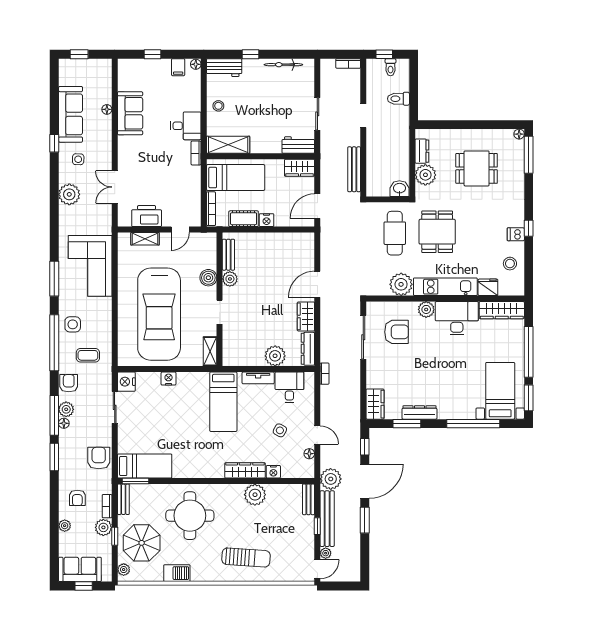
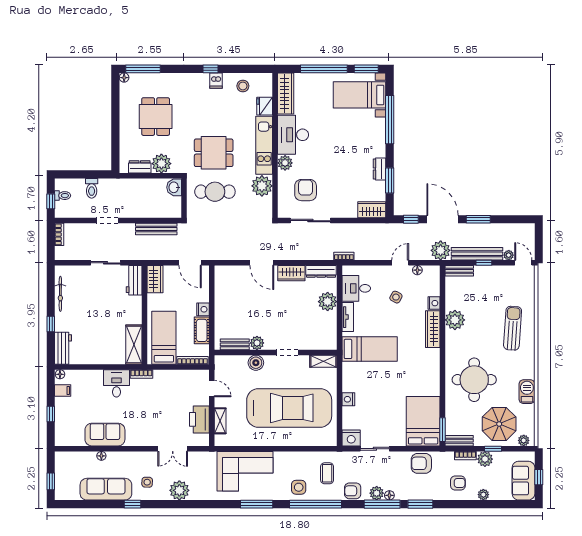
stool: (218, 106) -> (98, 354), removed
dresser: (419, 412) -> (380, 169), width x0.70
bed: (145, 466) -> (423, 421), width x1.50

